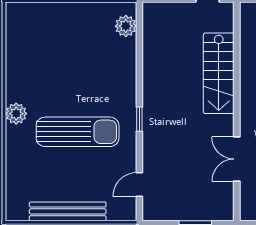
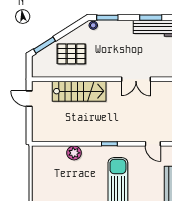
plant: (126, 26) -> (74, 153), moved

